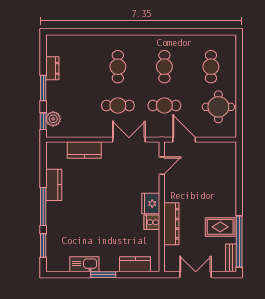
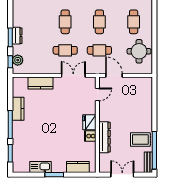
dresser: (52, 68) -> (17, 36), moved

